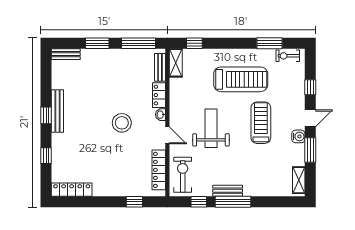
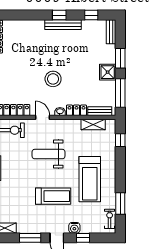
shower: (114, 58) -> (108, 72), added
shelving: (176, 63) -> (93, 124), moved
weight bench: (211, 128) -> (48, 154), turned 180
door: (167, 135) -> (43, 117), swing flipped
water cooler: (298, 136) -> (74, 228), moved
window: (46, 156) -> (91, 15), moved

